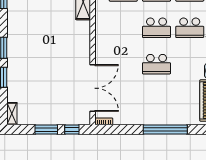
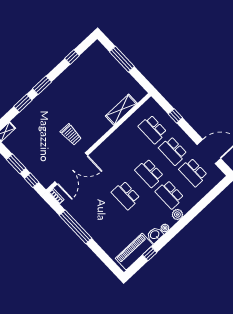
trolley: (65, 62) -> (71, 135), added
window: (165, 130) -> (75, 227), moved

